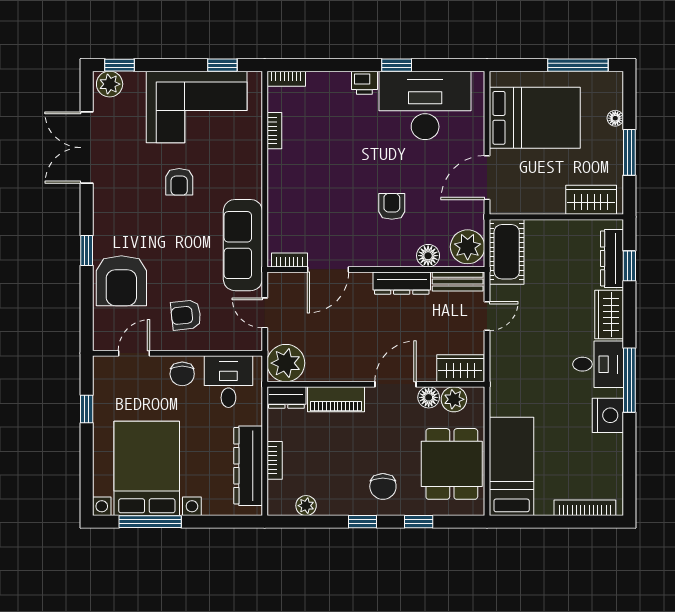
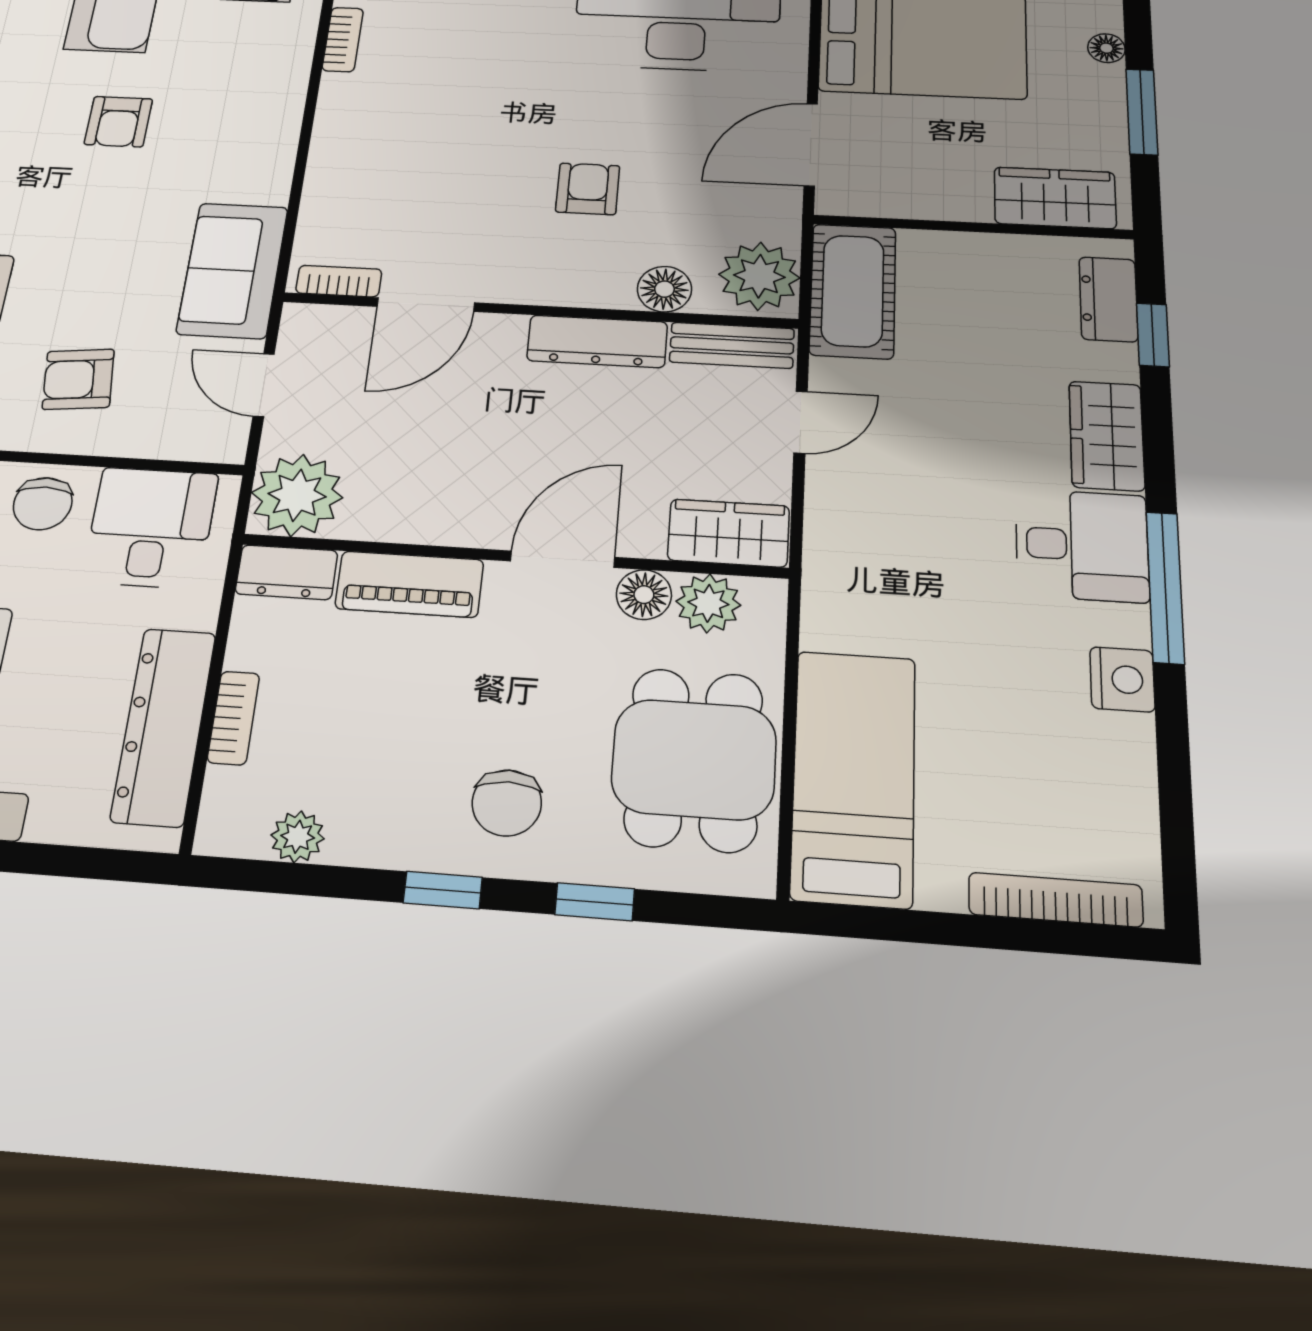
sofa: (243, 245) -> (233, 270), width x0.73
dresser: (612, 258) -> (1108, 299), width x0.70
nightstand: (608, 415) -> (1122, 679), width x0.74, depth x0.75

